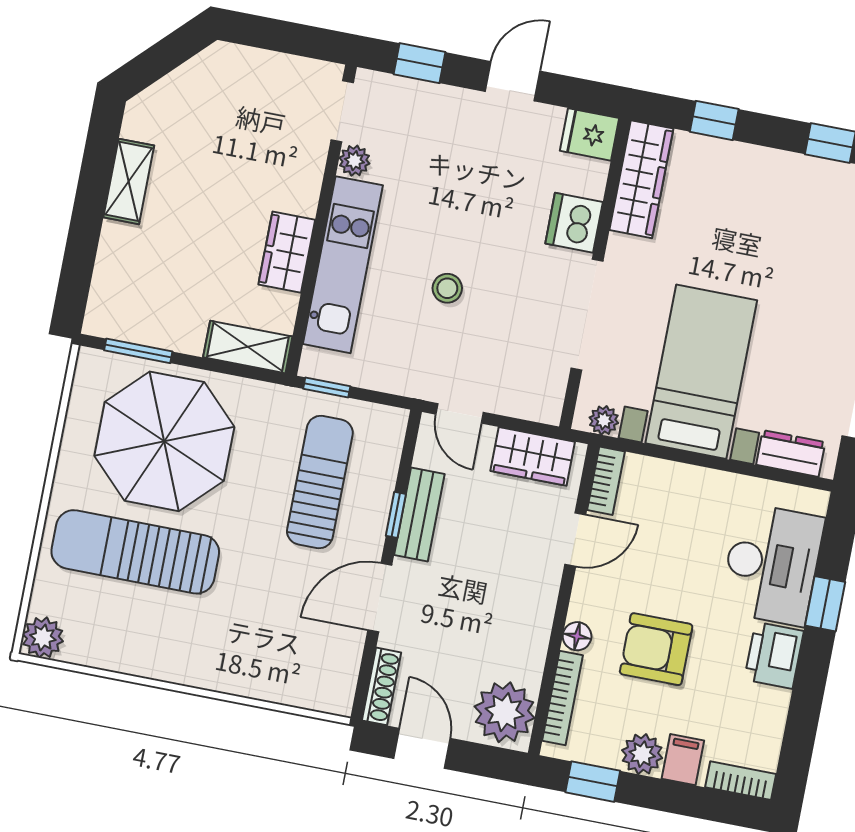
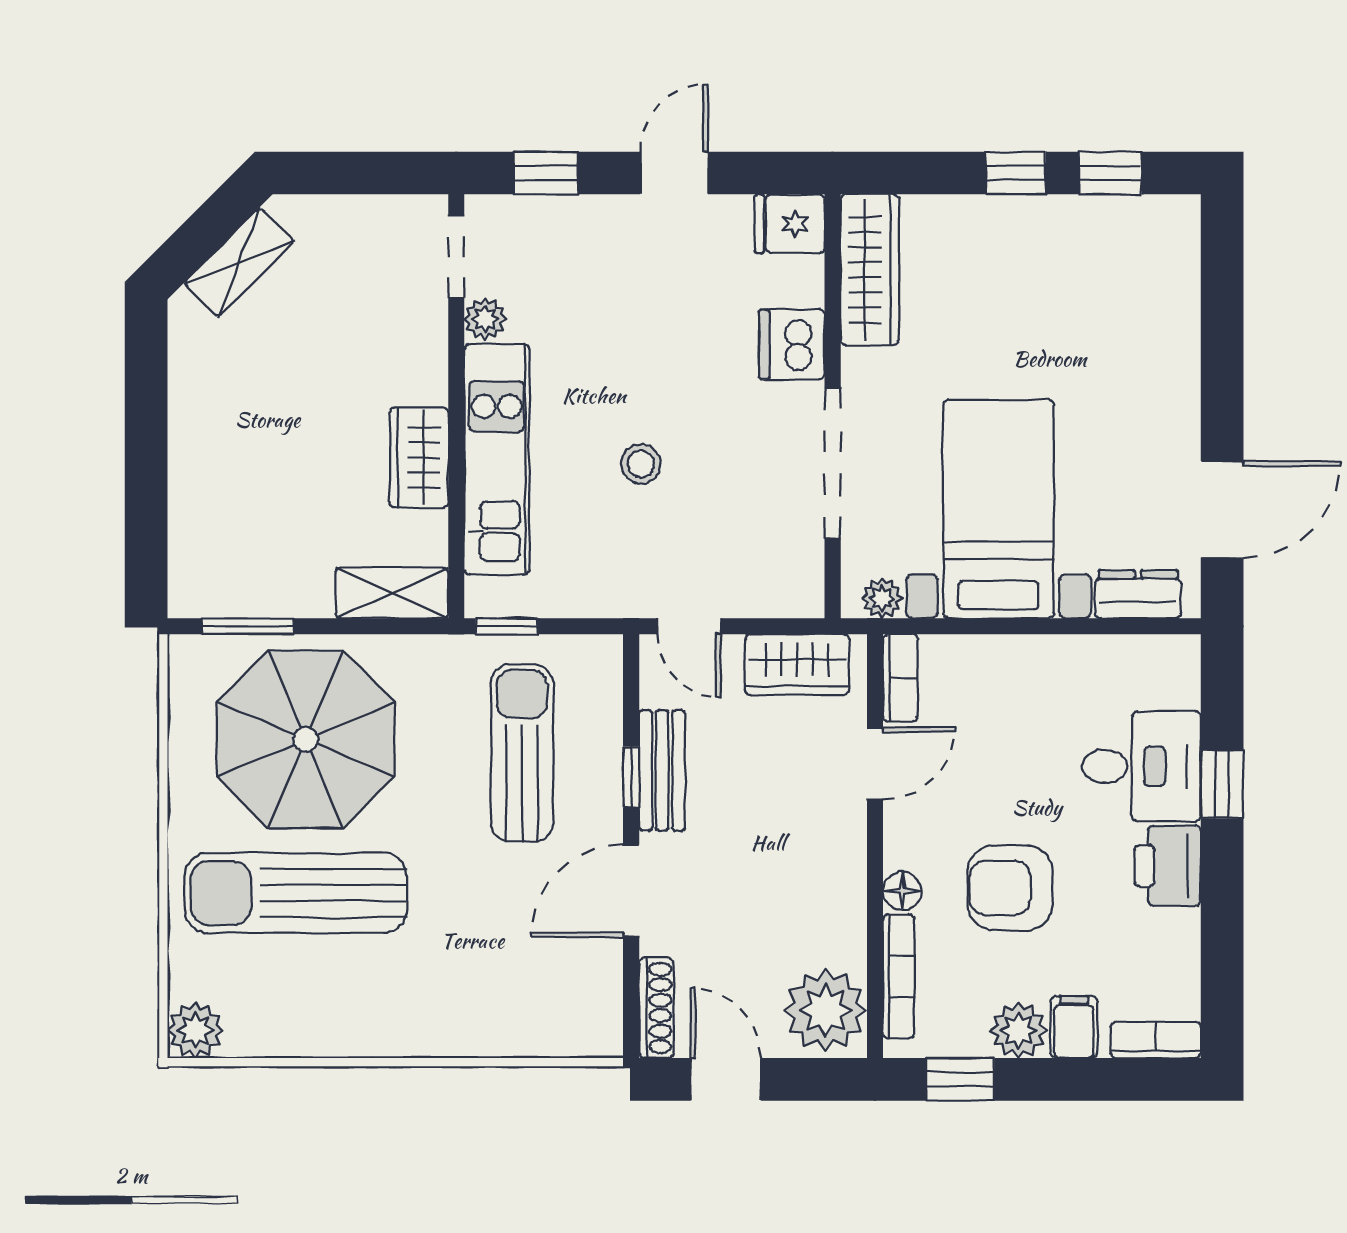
window: (714, 120) -> (1016, 173), moved
shelving: (129, 181) -> (239, 262), moved, turned 45
desk: (772, 564) -> (1142, 766), width x0.73

